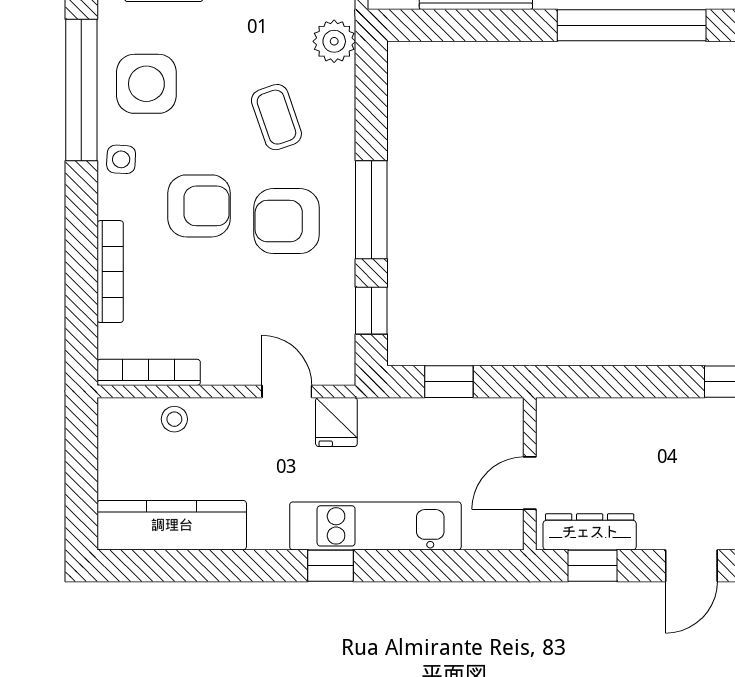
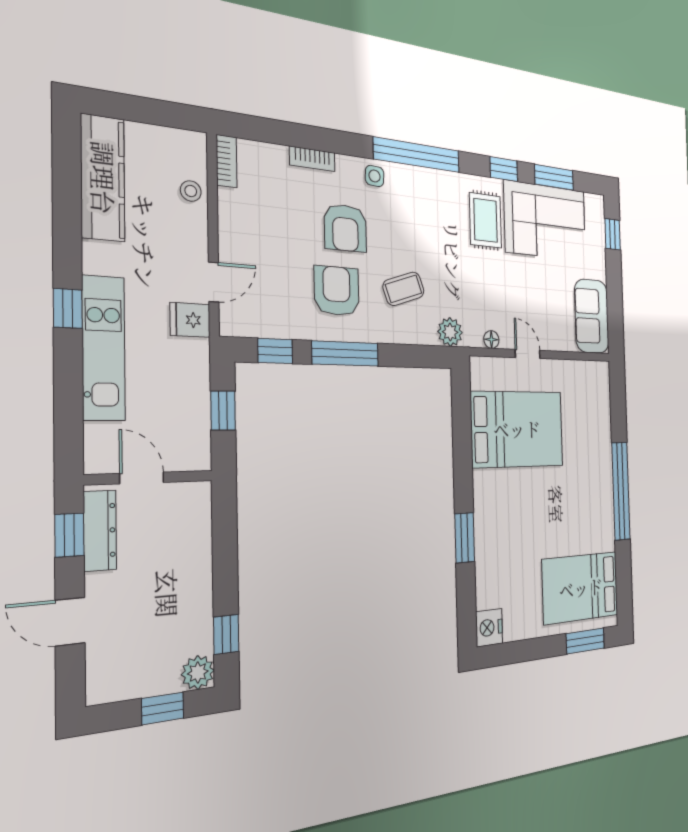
window: (632, 25) -> (465, 538), width x0.47
side table: (146, 84) -> (422, 200), removed
bookcase: (110, 272) -> (312, 159), width x0.64
bookcase: (149, 372) -> (227, 161), width x0.64

